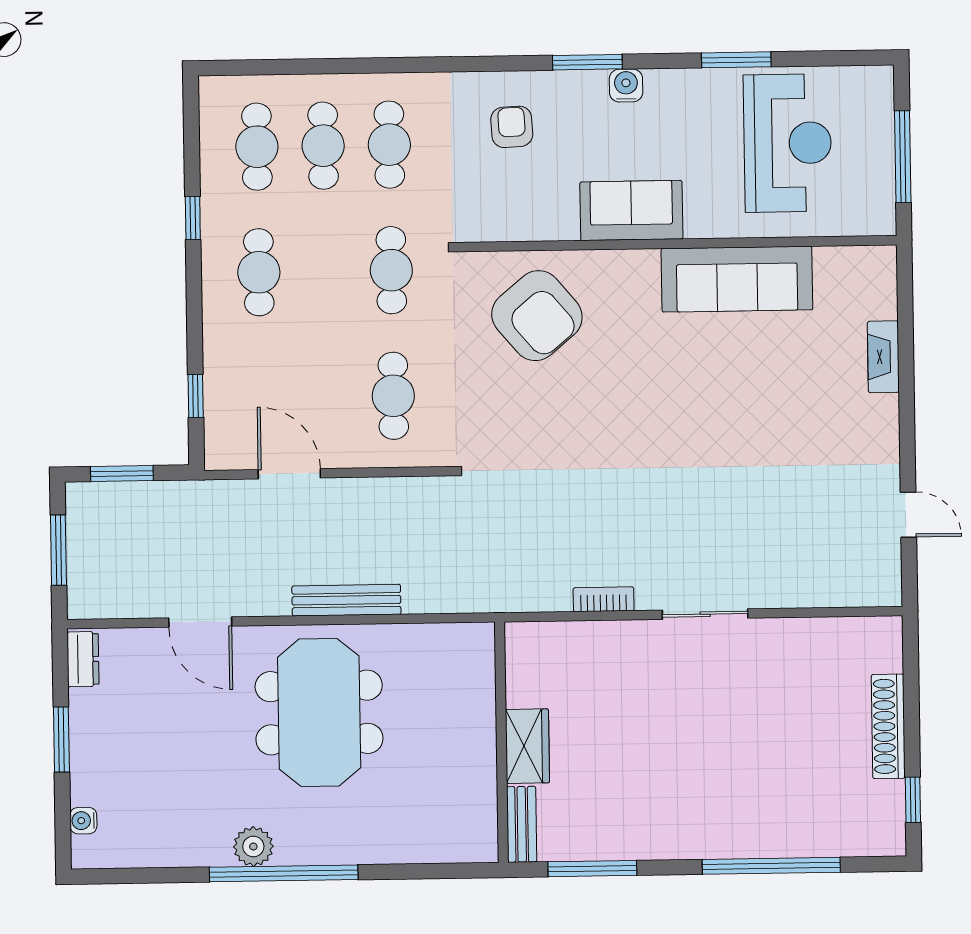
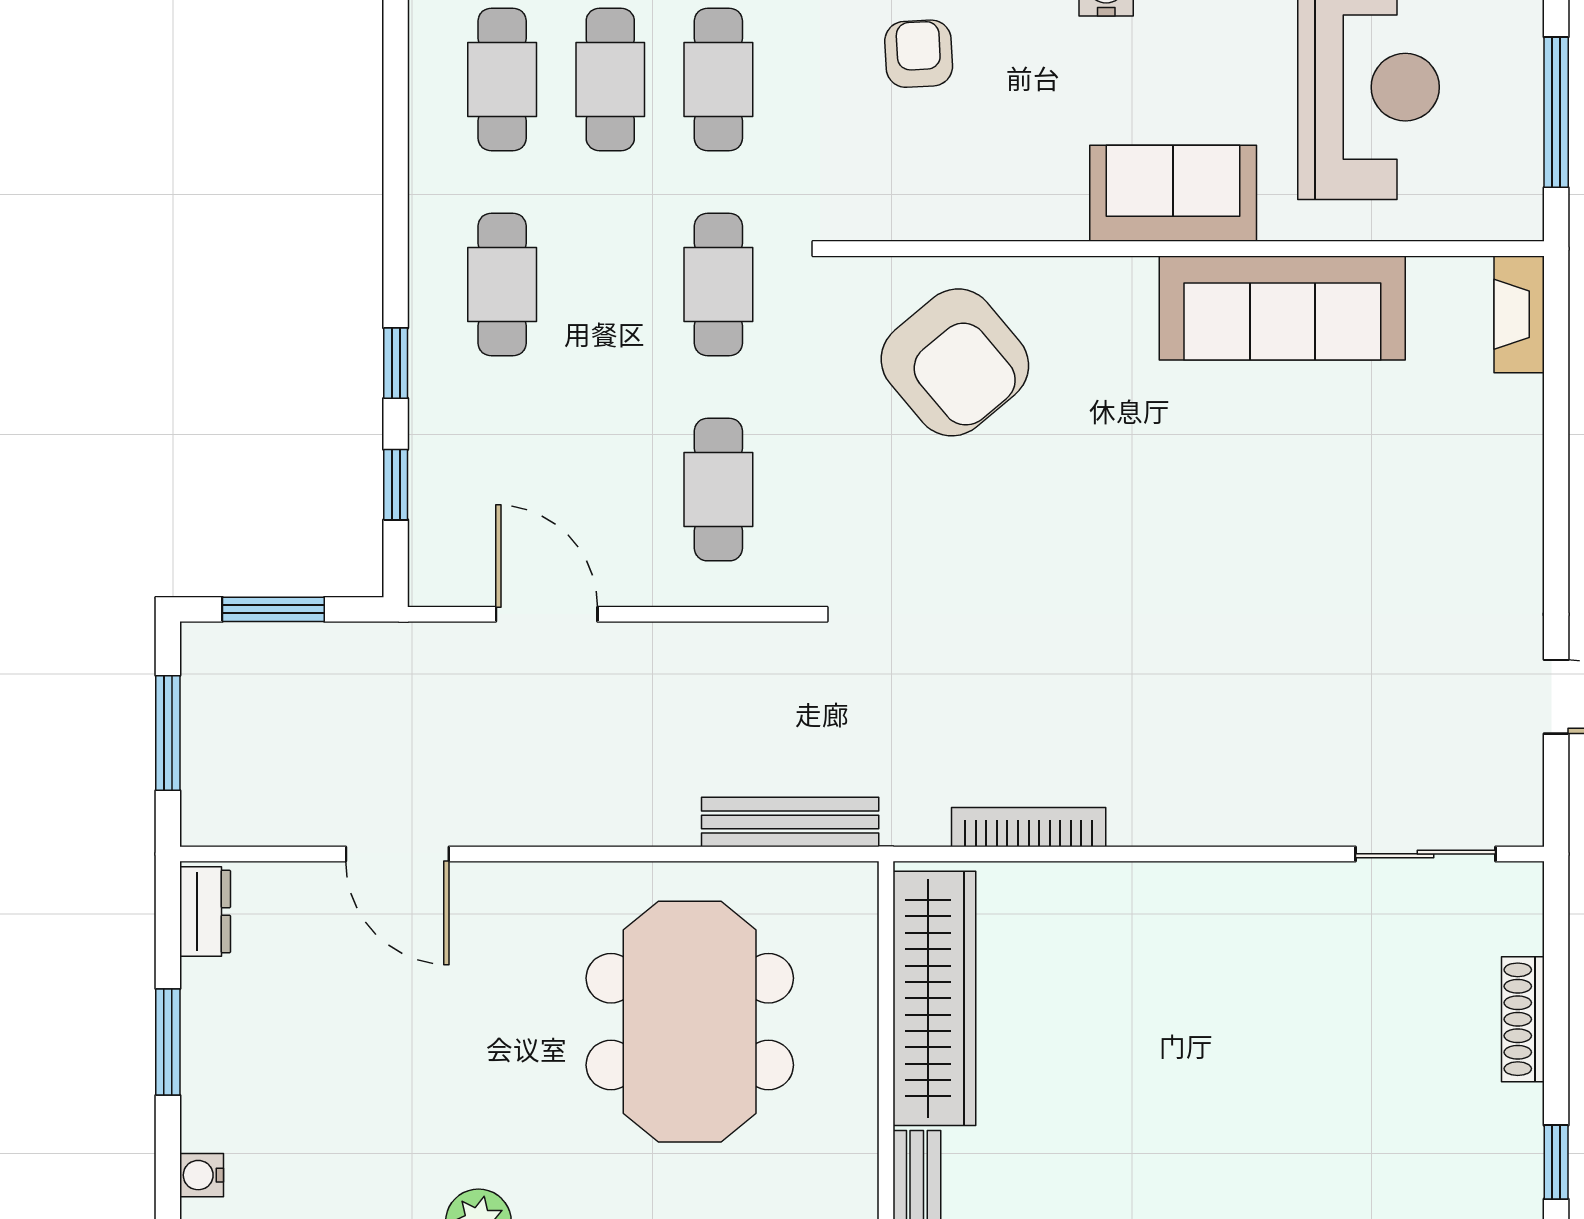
sofa: (631, 210) -> (1173, 193), moved
window: (193, 218) -> (396, 363), moved
fireplace: (883, 357) -> (1519, 314), moved
bookcase: (604, 599) -> (1029, 827), width x1.56
bench: (346, 600) -> (790, 822), moved
sliding door: (705, 614) -> (1425, 854), moved
meeting table: (319, 712) -> (690, 1022), moved
shoe rack: (888, 726) -> (1523, 1019), width x0.74, depth x0.81
wardrobe: (527, 746) -> (934, 998), width x2.10, depth x1.17

